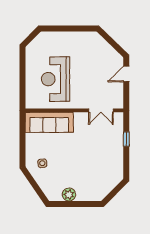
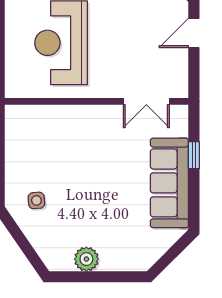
sofa: (49, 122) -> (169, 183), moved, turned 90

